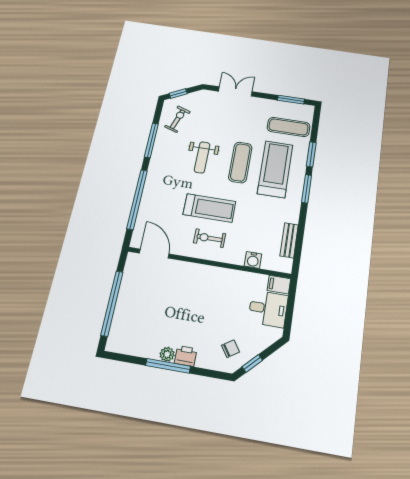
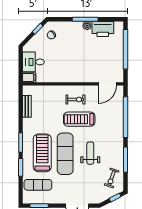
exercise mat: (240, 162) -> (65, 154), width x1.36, depth x1.45
treadmill: (275, 169) -> (42, 153), turned 180
door: (154, 253) -> (107, 84), hinge flipped
water cooler: (253, 260) -> (47, 90), removed
printer: (186, 356) -> (103, 29), moved, width x1.87, depth x1.48

